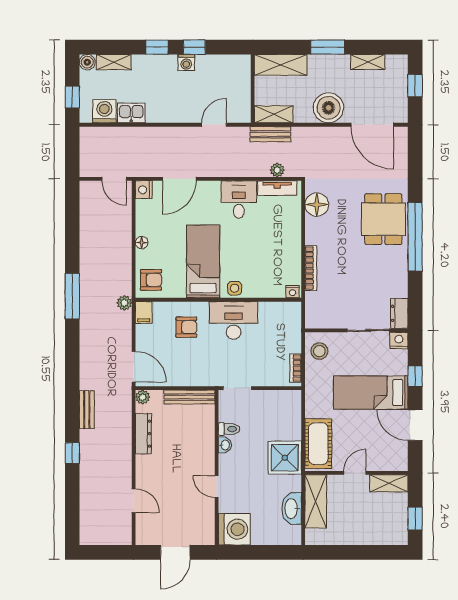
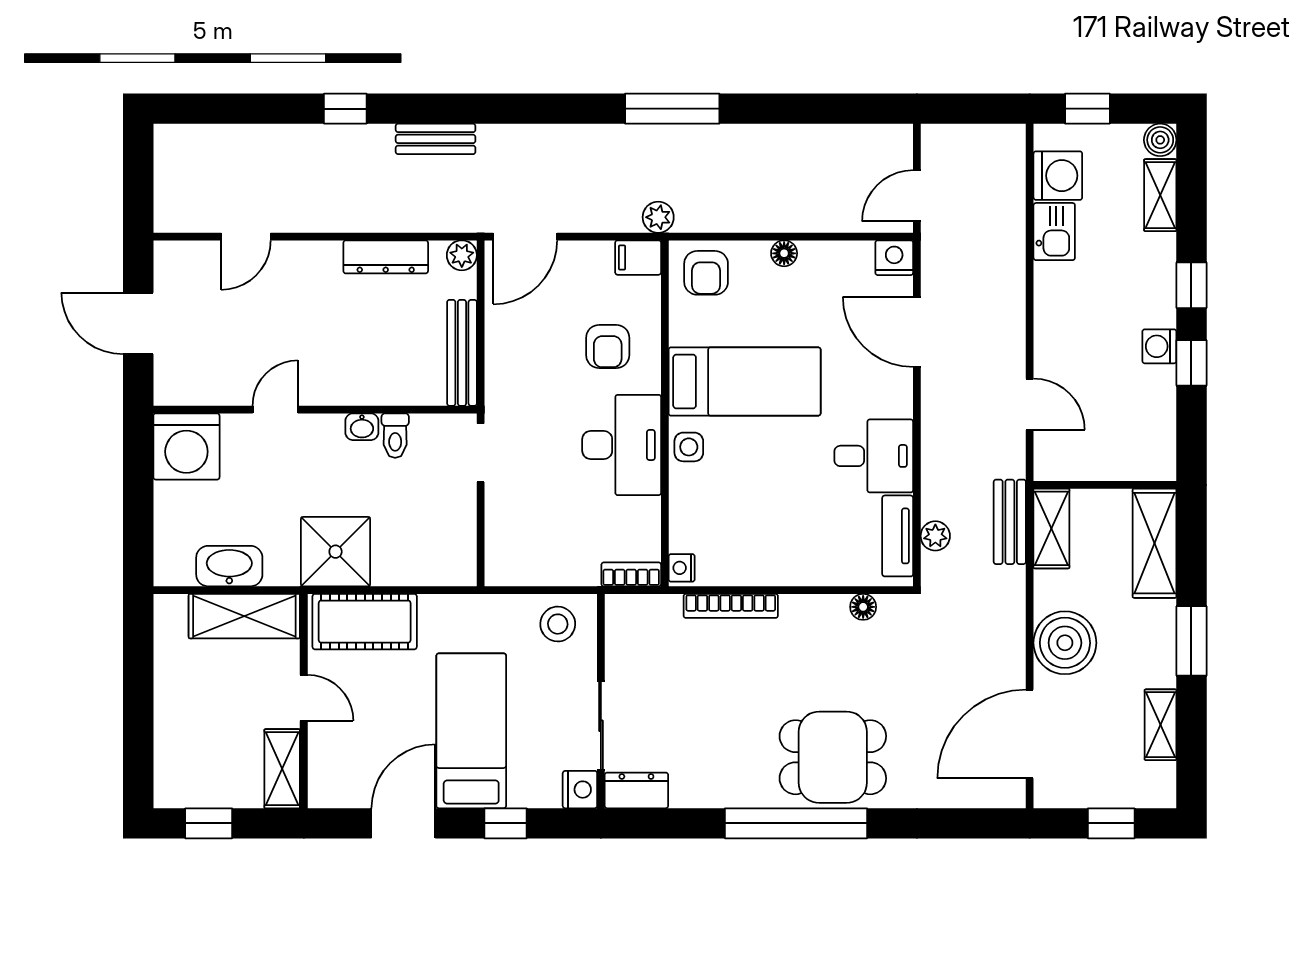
floor lamp: (317, 205) -> (863, 607), width x0.53, depth x0.53
bookcase: (296, 368) -> (631, 574), moved

